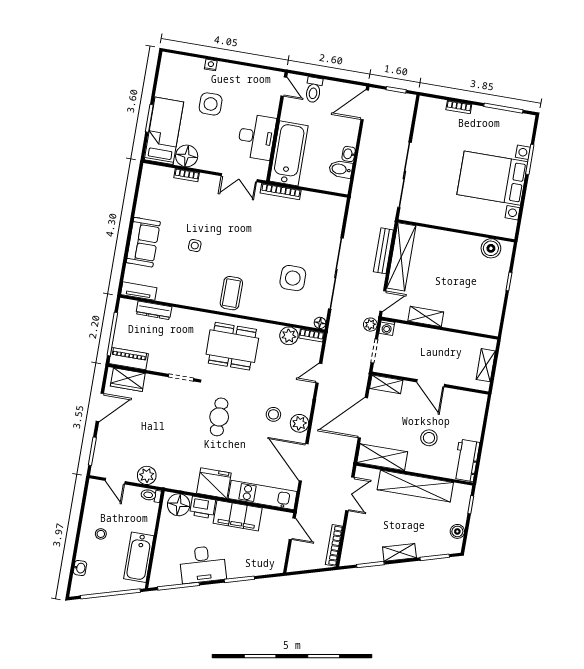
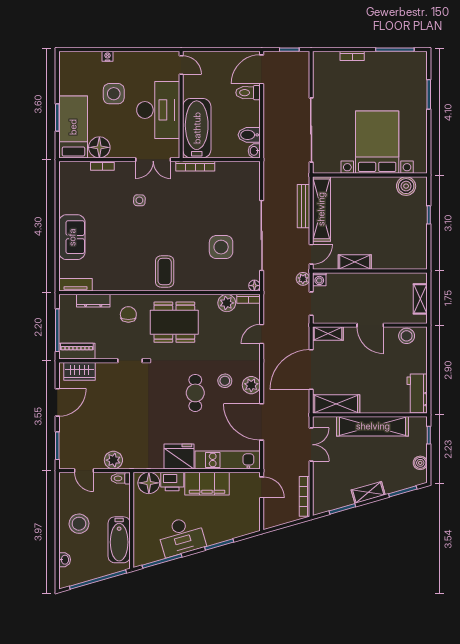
toilet: (314, 90) -> (248, 93), moved, turned 90
desk: (256, 137) -> (158, 110), width x1.36, depth x1.30
washbasin: (349, 154) -> (254, 151), moved
bed with nightstands: (492, 178) -> (377, 142), moved, turned 90
side table: (195, 246) -> (139, 200), moved
chair: (187, 330) -> (128, 314), added
cafe table: (219, 417) -> (195, 393), moved
stool: (429, 438) -> (407, 336), moved
stool: (101, 534) -> (79, 524), width x1.89, depth x1.89

